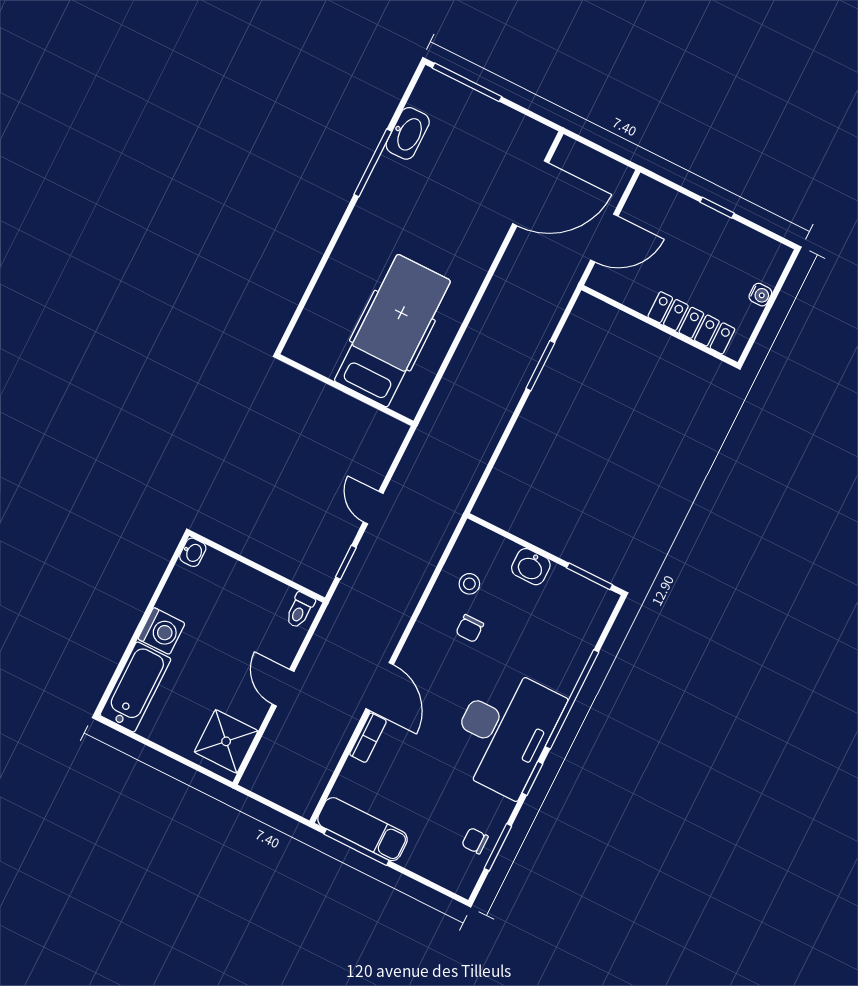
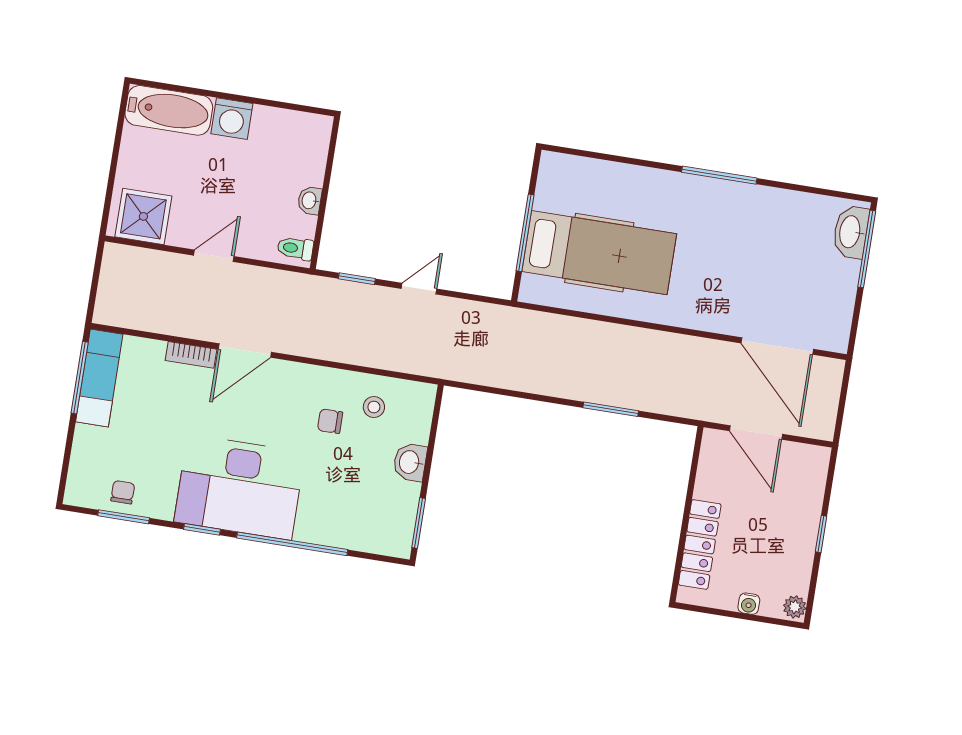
washbasin: (408, 133) -> (851, 232), moved, turned 90
window: (373, 163) -> (719, 175), moved
plant: (777, 253) -> (795, 607), added
window: (353, 393) -> (525, 233), added
washbasin: (193, 552) -> (310, 200), moved, turned 90

